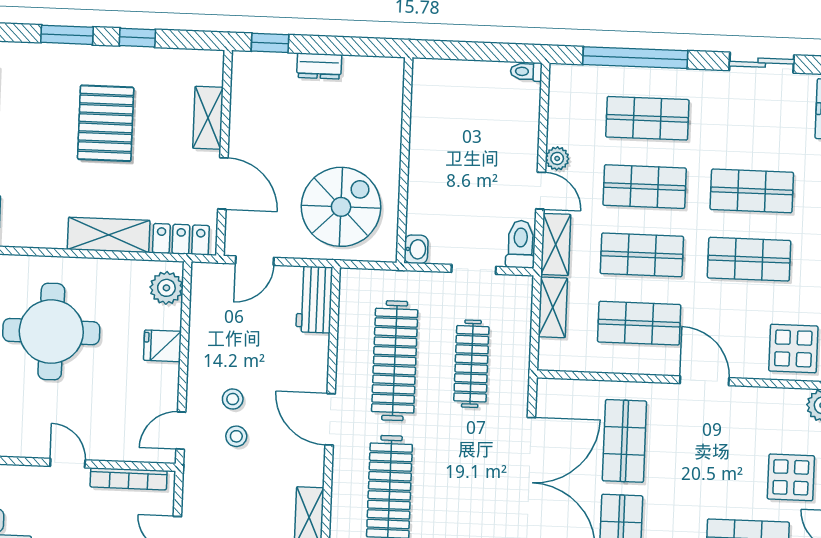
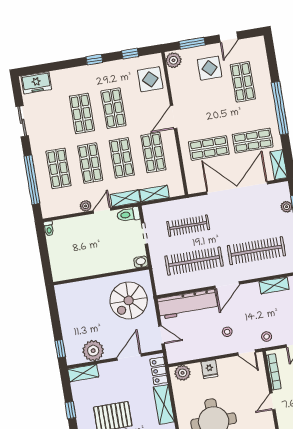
dresser: (319, 66) -> (66, 324), removed
plant: (252, 111) -> (93, 351), added
shelving: (208, 118) -> (83, 373), moved
spiral stairs: (341, 207) -> (129, 300), turned -90
workbench: (314, 300) -> (188, 304), width x1.88, depth x1.32
stool: (236, 436) -> (267, 337), moved

